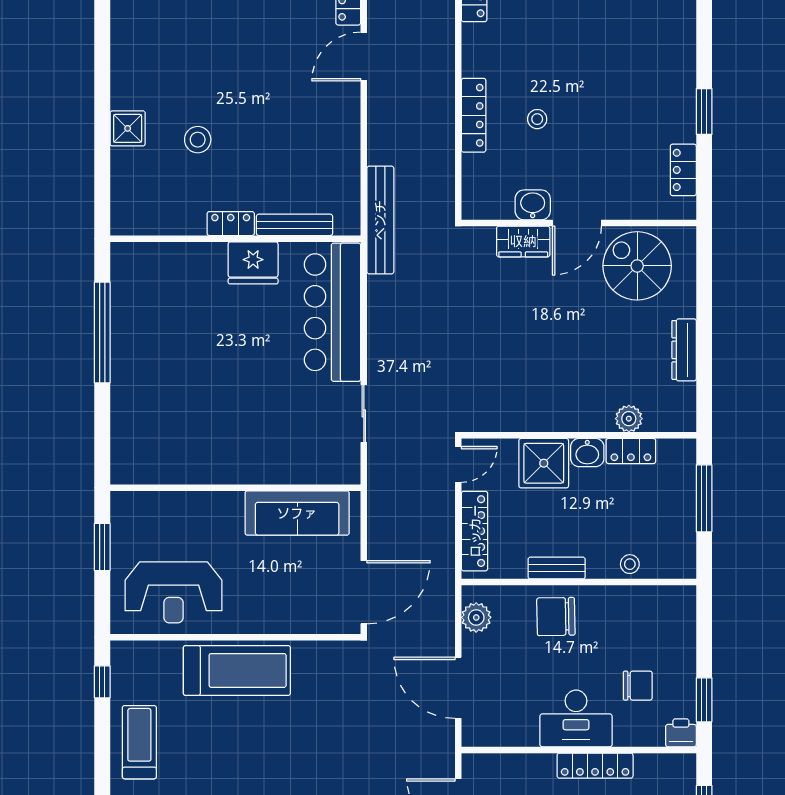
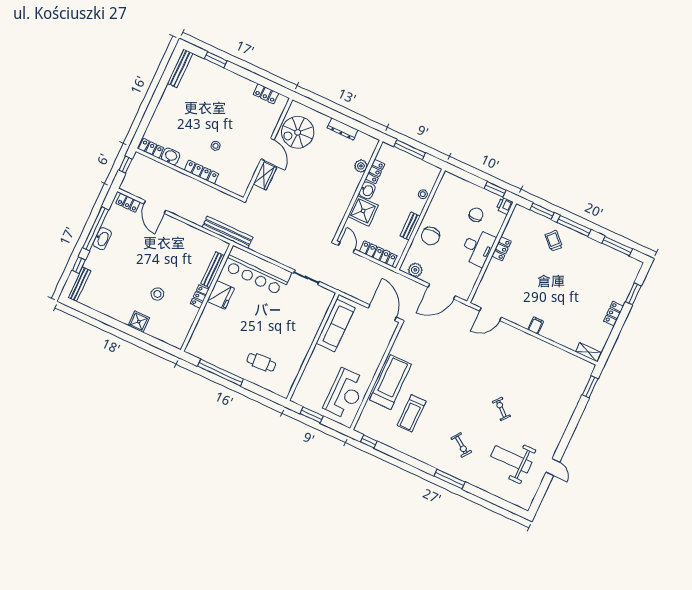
window: (704, 111) -> (216, 60), moved
washbasin: (533, 205) -> (171, 156), moved, turned 90
cafe table: (159, 402) -> (261, 362), added
treadmill: (139, 742) -> (412, 413), moved, turned -90
locker: (595, 766) -> (502, 249), width x0.66

